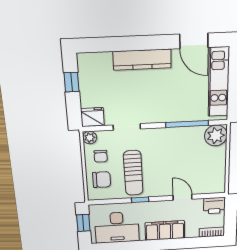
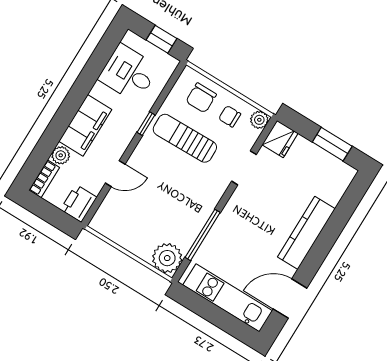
window: (72, 82) -> (332, 144), width x1.50
desk: (117, 227) -> (129, 73), width x0.73
plant: (192, 232) -> (61, 155), added

